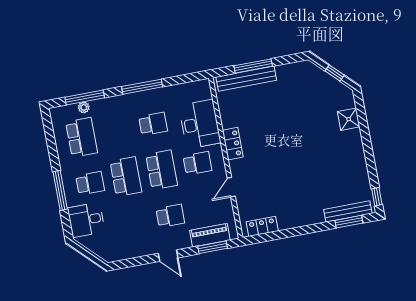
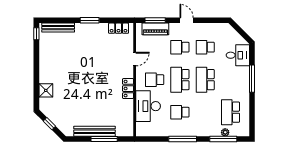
bench: (246, 79) -> (94, 131), moved
school desk: (90, 183) -> (205, 47), moved
window: (349, 222) -> (90, 20), moved

